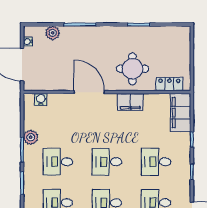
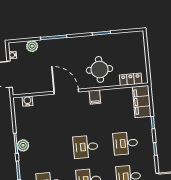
filing cabinet: (130, 102) -> (95, 97), width x0.50
plant: (31, 137) -> (23, 145), moved
desk: (58, 162) -> (46, 150), removed

